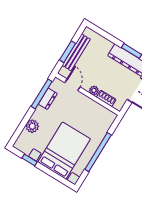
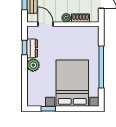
window: (42, 94) -> (24, 47), width x0.46
plant: (32, 126) -> (33, 65), moved

